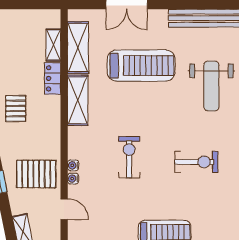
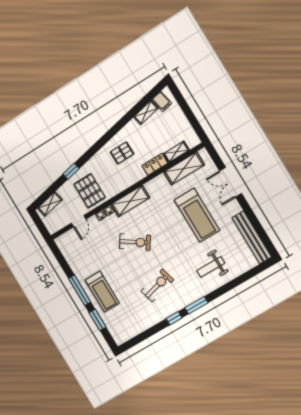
weight bench: (211, 86) -> (211, 267), width x0.73, depth x0.75
shelving: (78, 100) -> (130, 201), moved
exercise bike: (129, 157) -> (135, 242), turned 34
exercise bike: (196, 162) -> (157, 286), turned -105

